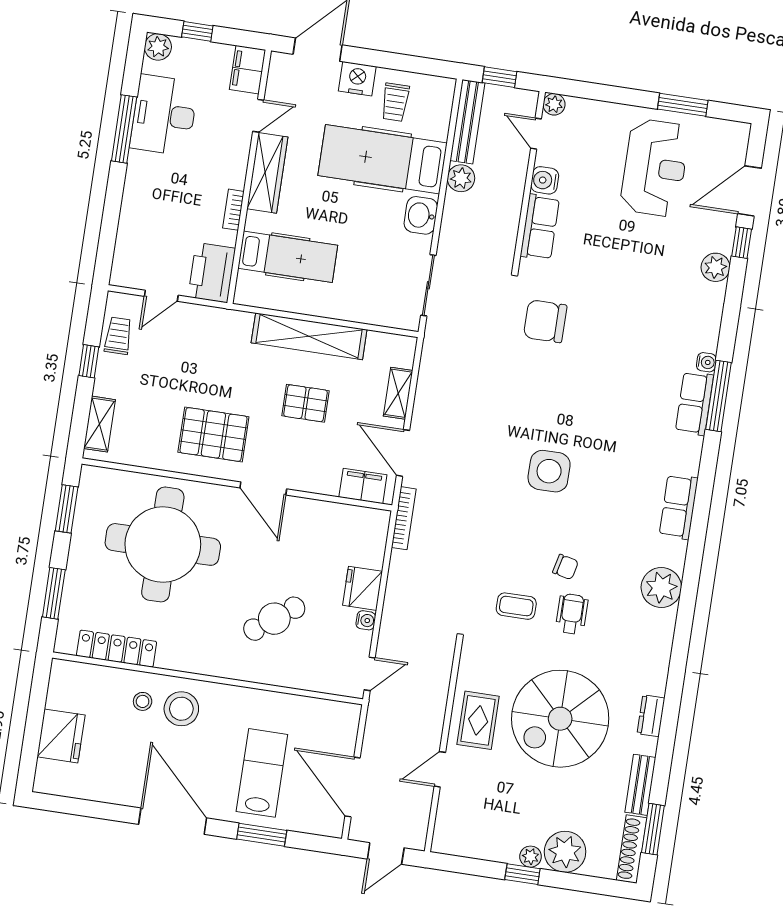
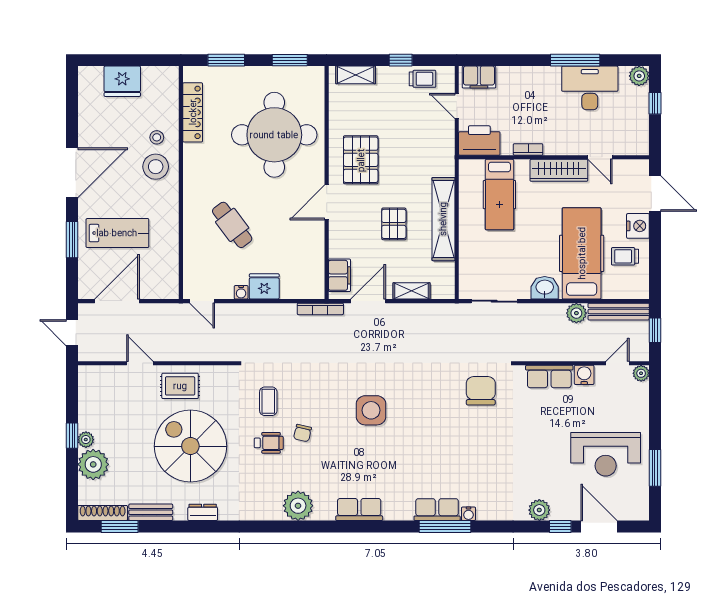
filing cabinet: (247, 70) -> (479, 77), moved, turned 180

